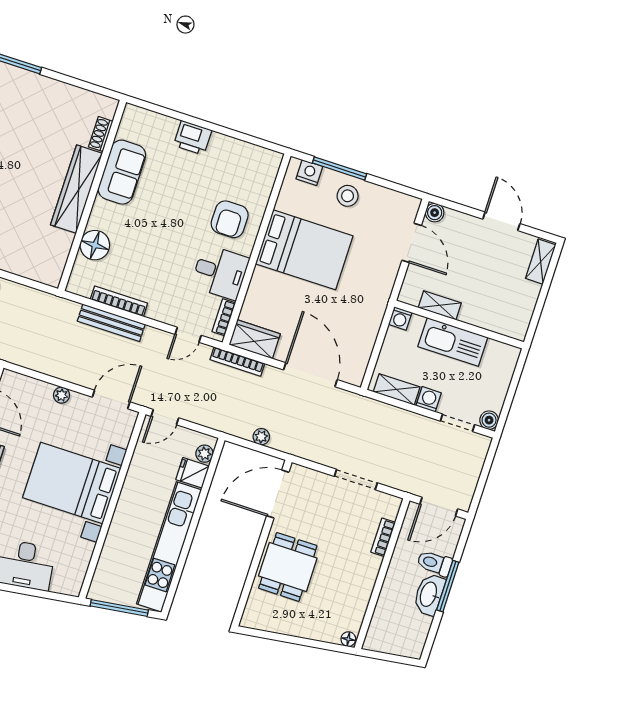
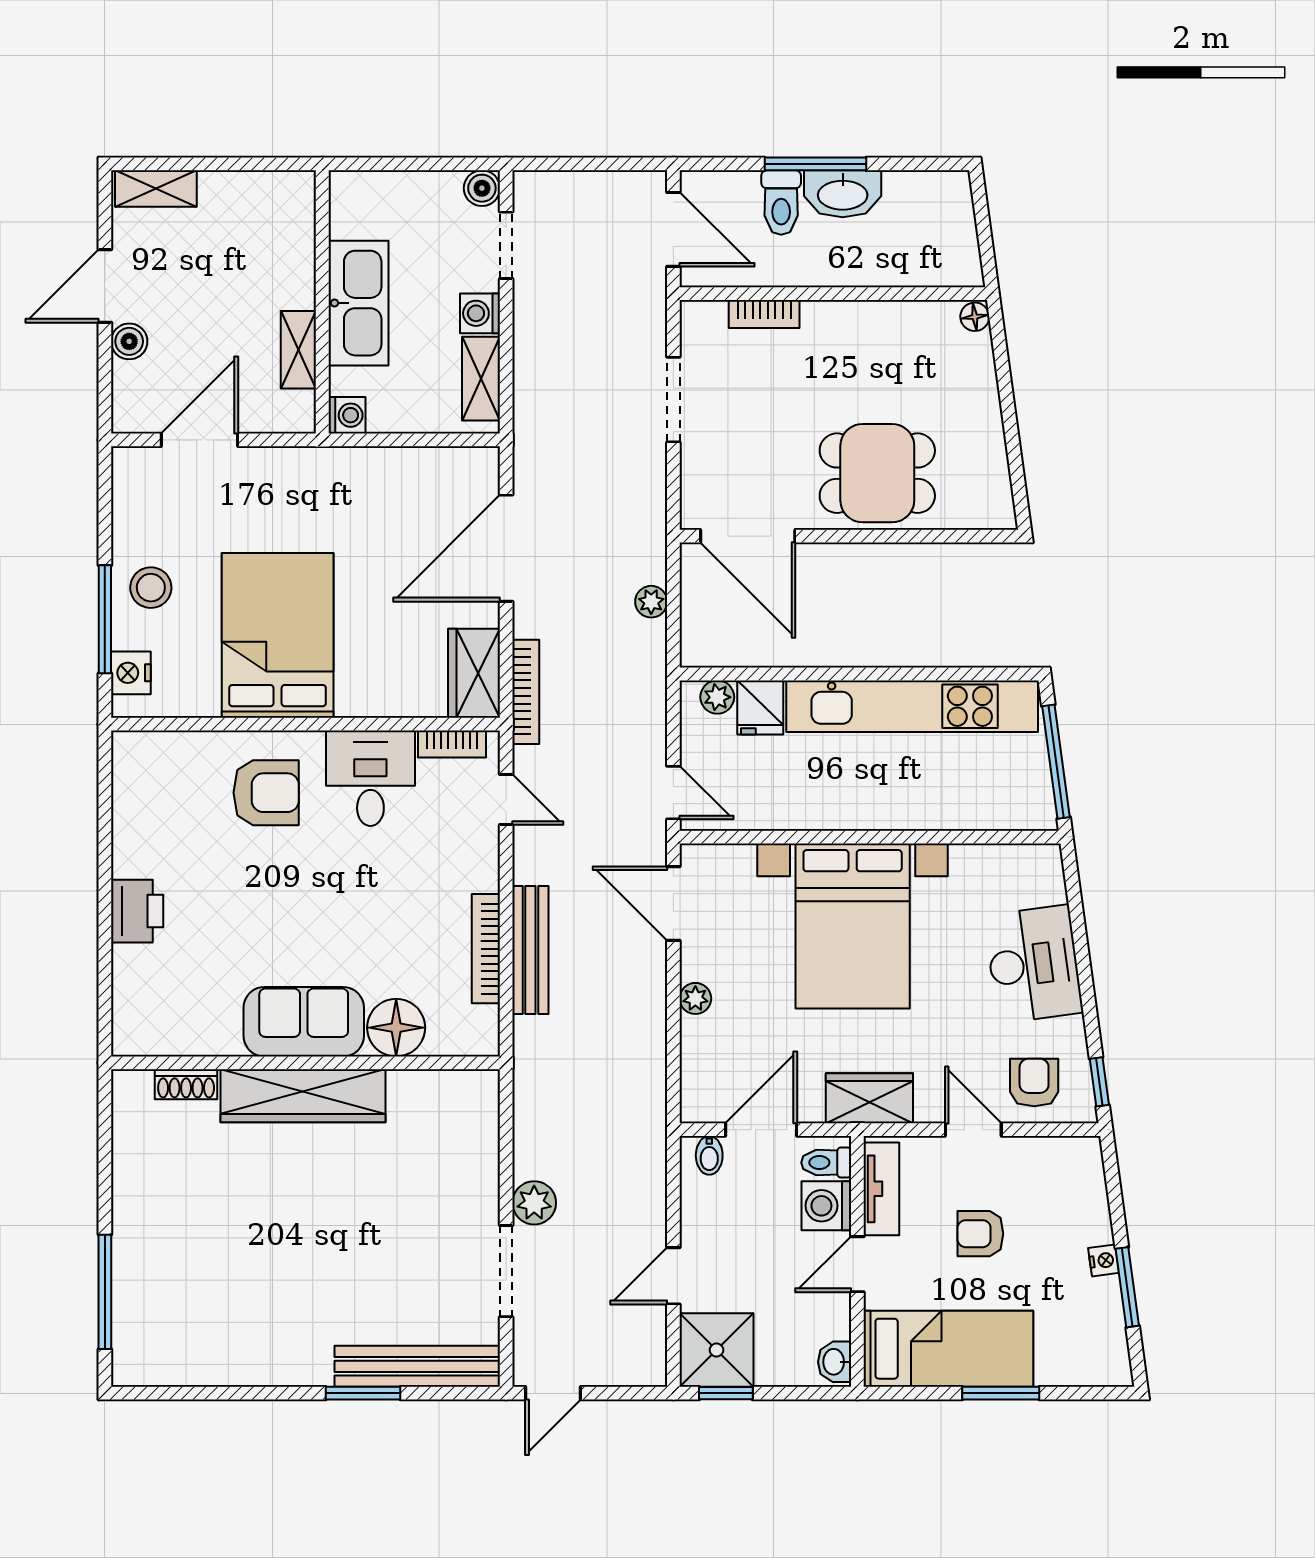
sofa: (122, 172) -> (304, 1022), moved
boiler: (435, 213) -> (129, 341), moved

